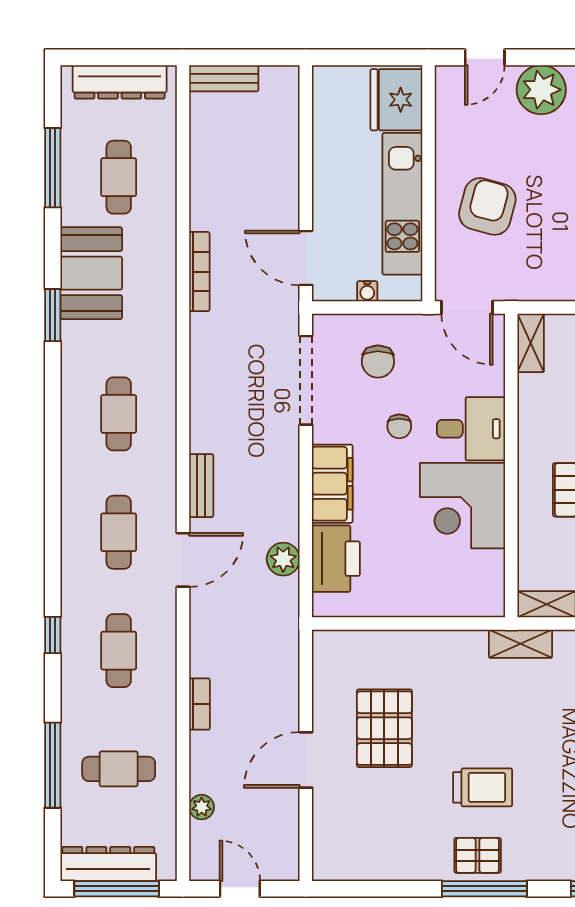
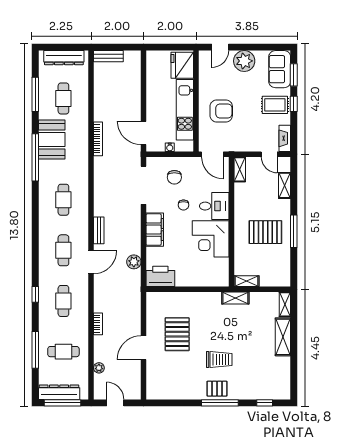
armchair: (487, 206) -> (221, 111), turned 75
window: (53, 315) -> (35, 157), width x2.11
printer: (336, 559) -> (160, 276), moved, turned -90

